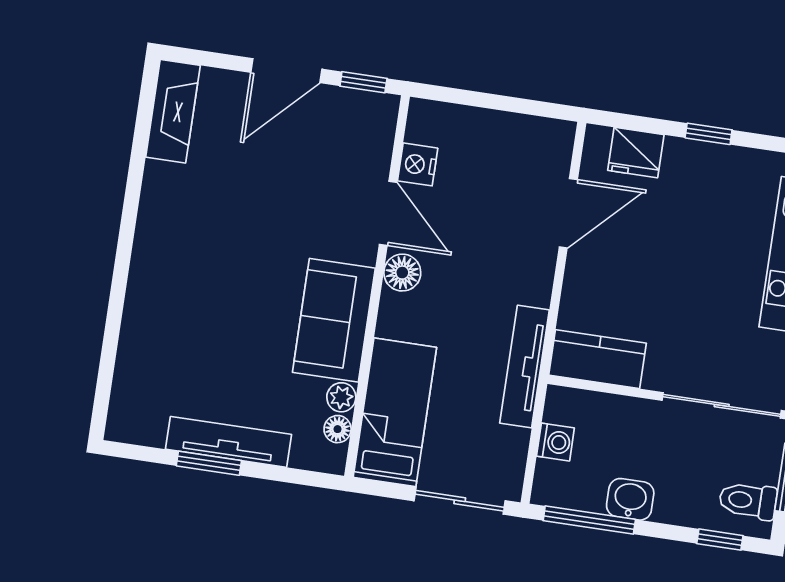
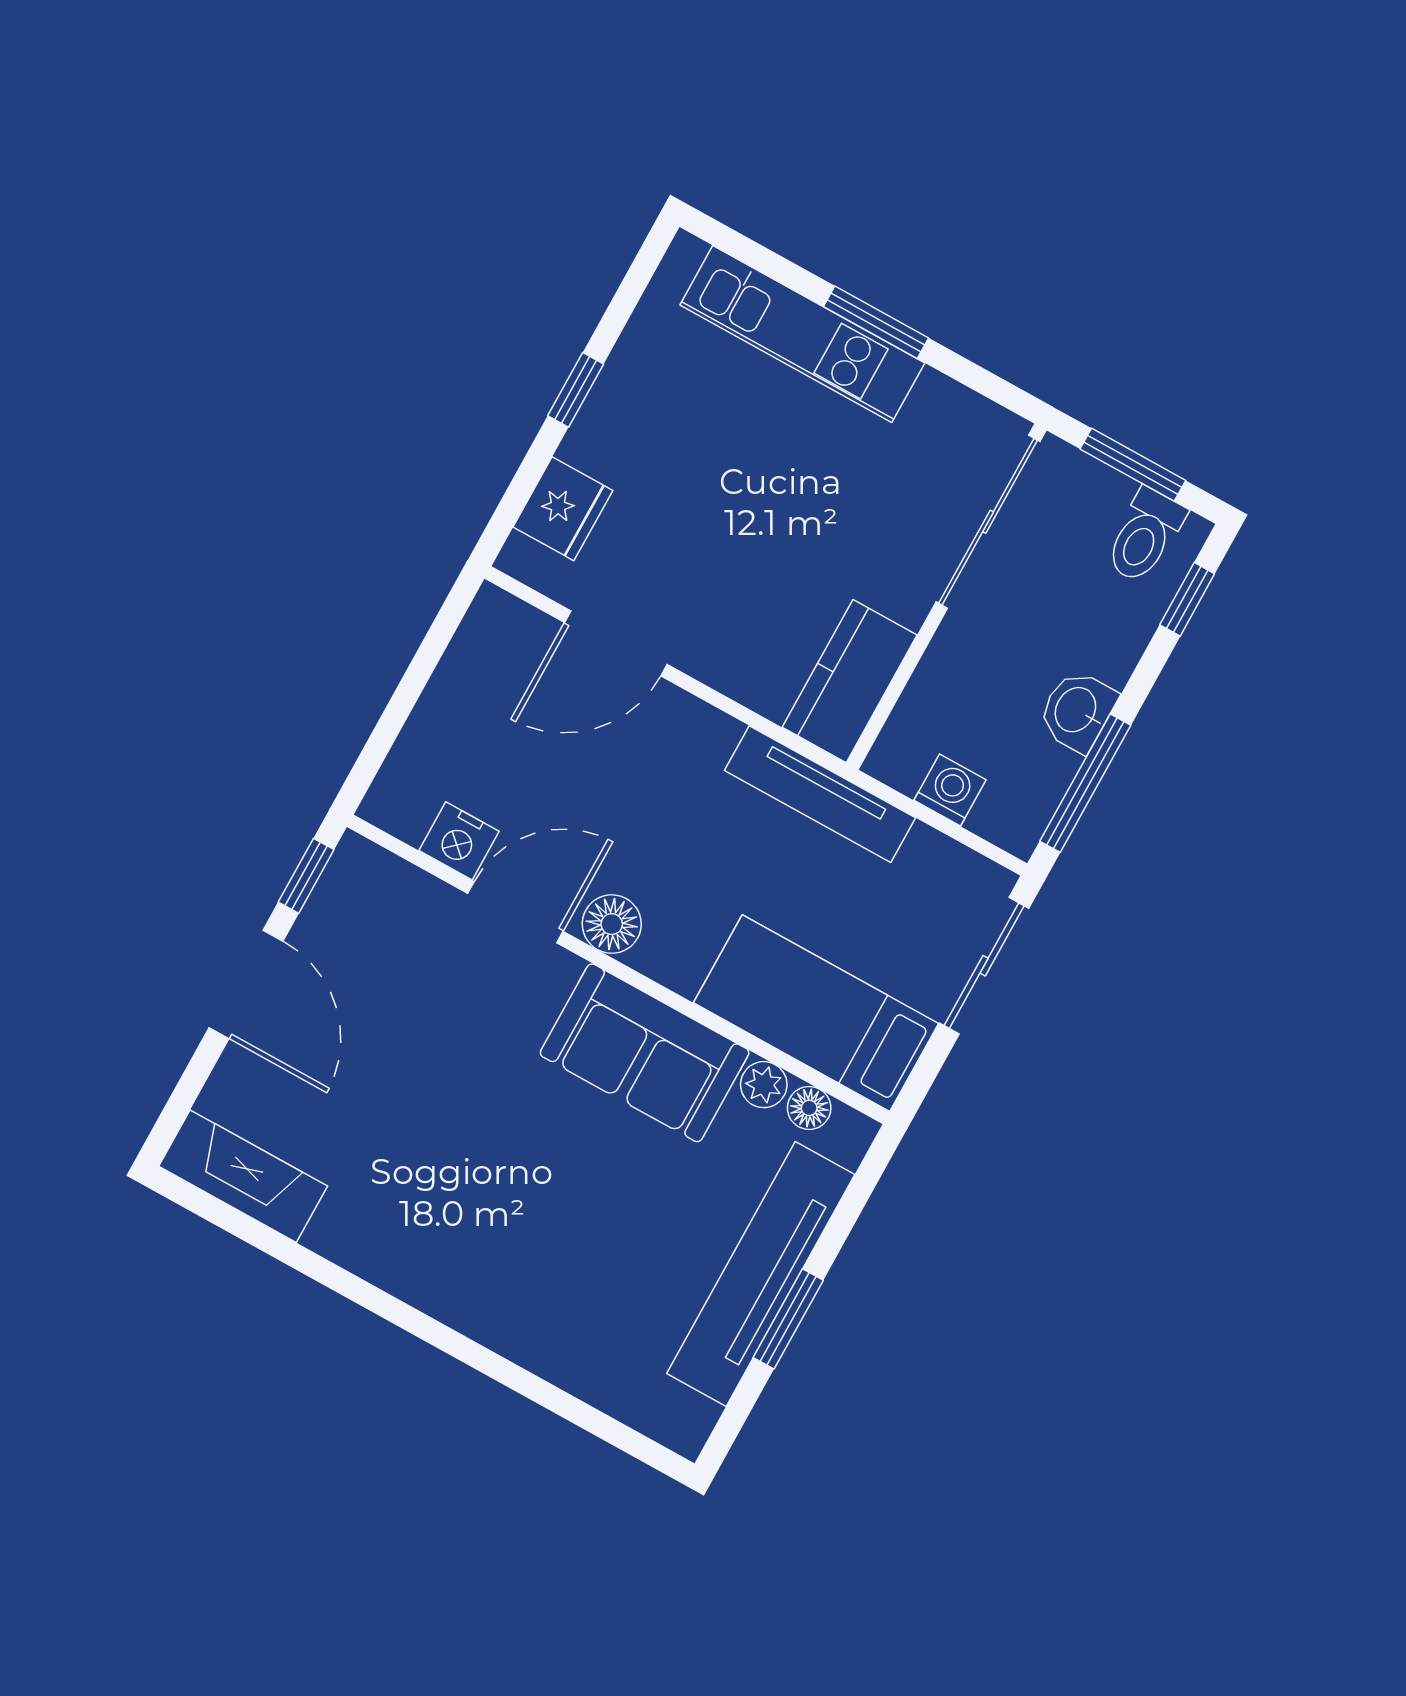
door: (568, 213) -> (616, 643), swing flipped
tv unit: (229, 442) -> (761, 1274), width x1.36, depth x1.29

